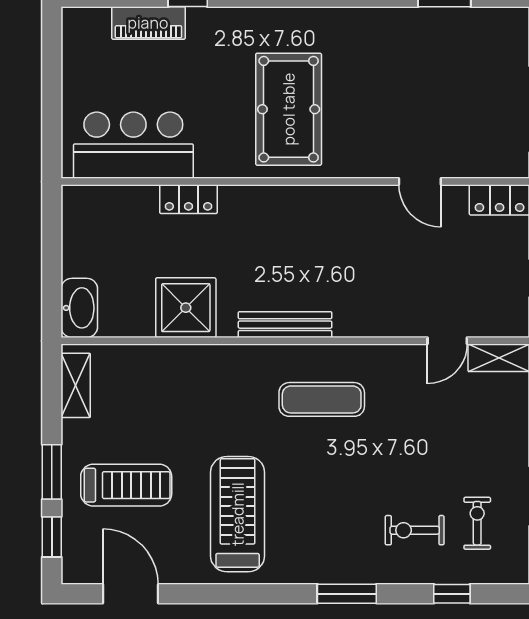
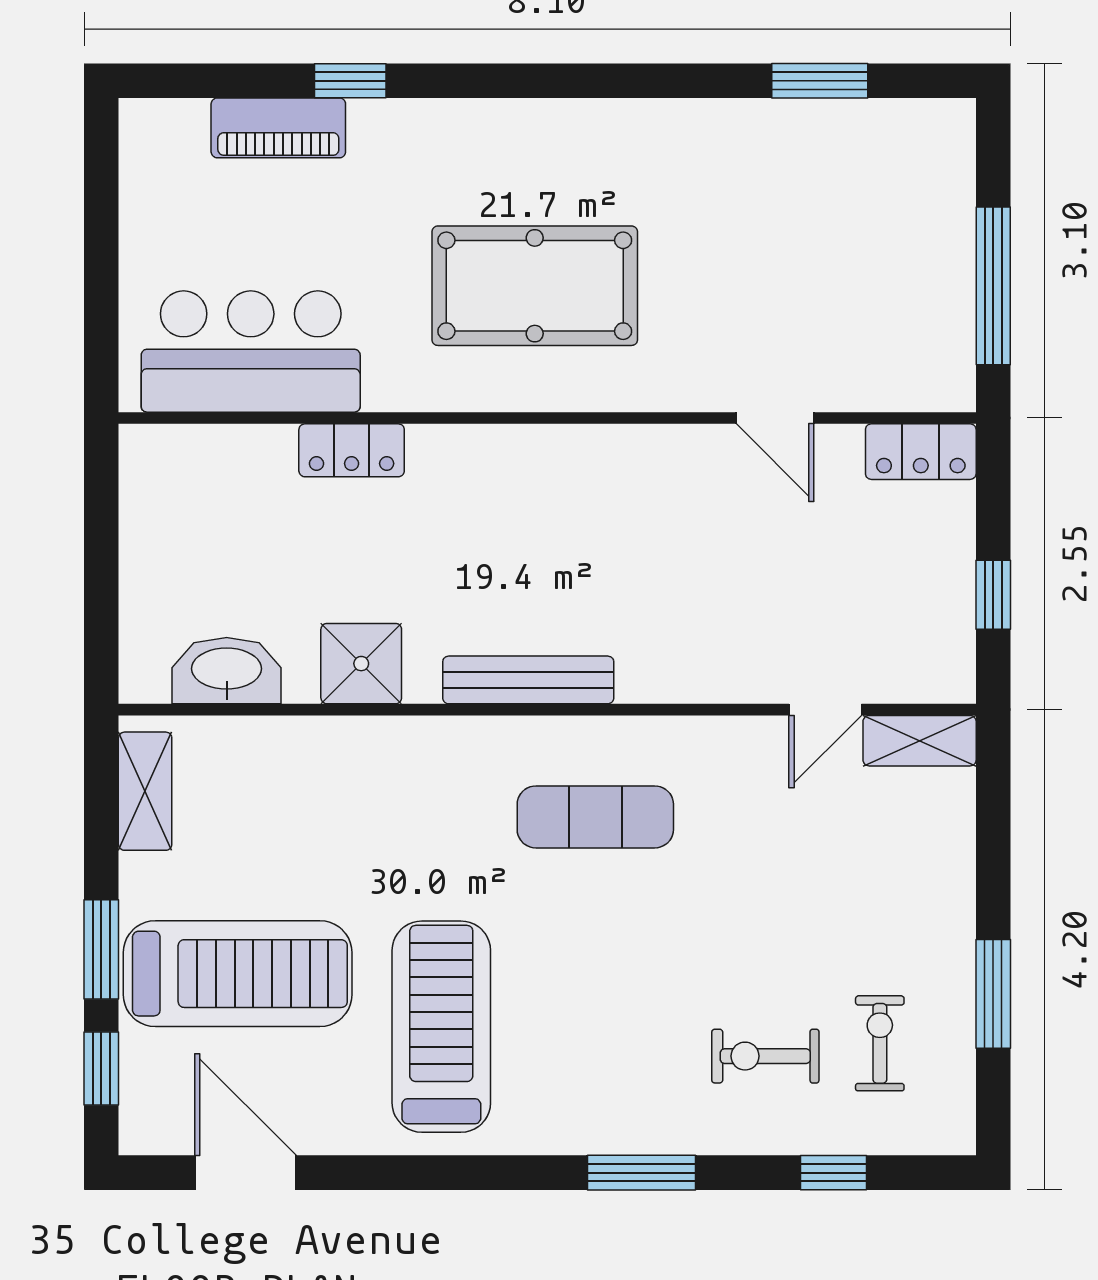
pool table: (289, 109) -> (535, 286), turned 90
washbasin: (79, 308) -> (227, 671), moved, turned -90
shower: (186, 308) -> (361, 664), width x0.73, depth x0.73
treadmill: (126, 485) -> (238, 974), width x1.37, depth x1.38

